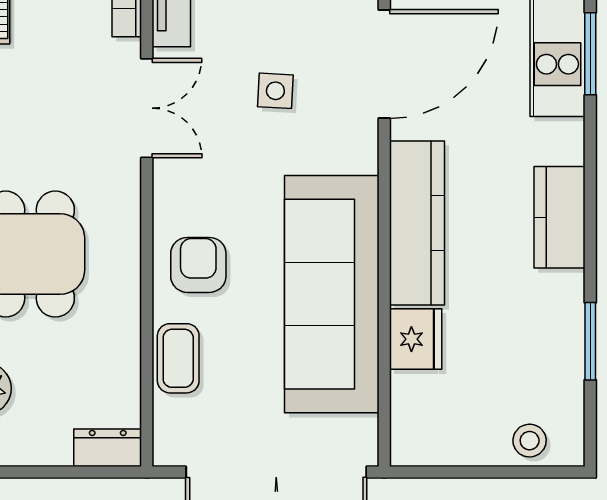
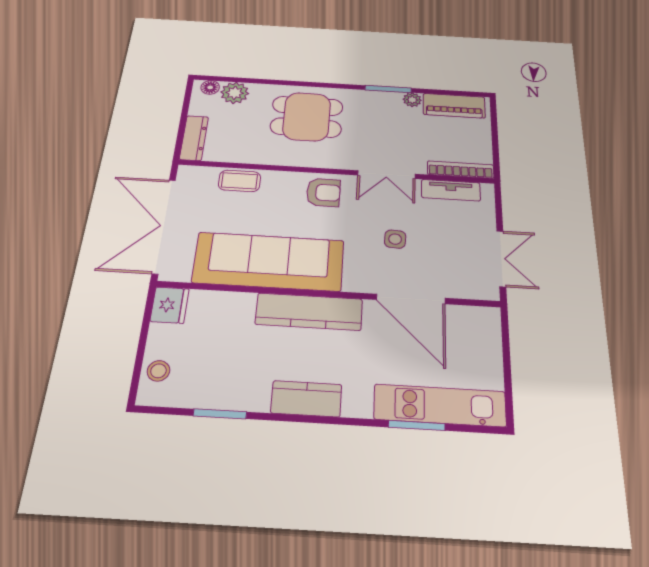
armchair: (198, 265) -> (323, 192), moved
fridge: (416, 339) -> (170, 305), moved, turned -90
dresser: (108, 448) -> (194, 138), width x1.44

